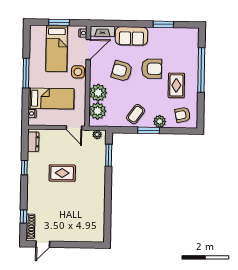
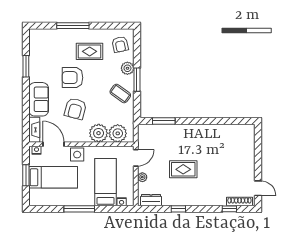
armchair: (152, 69) -> (72, 78), turned -90
window: (201, 70) -> (73, 26), width x0.68
plant: (97, 135) -> (142, 177), moved
rug: (62, 173) -> (183, 169), turned 90

